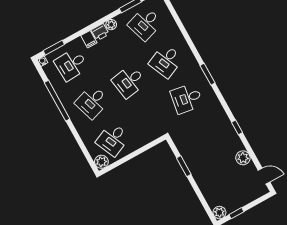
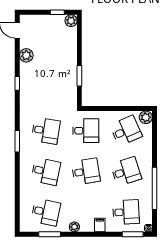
desk: (145, 24) -> (46, 212), turned 30
printer: (100, 32) -> (87, 226), removed
desk: (166, 61) -> (46, 171), turned 36
desk: (150, 119) -> (86, 131), added

